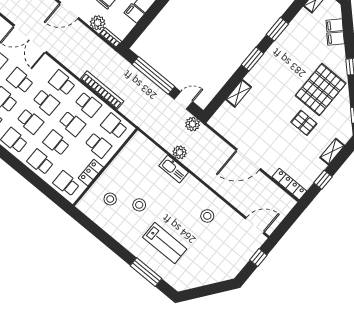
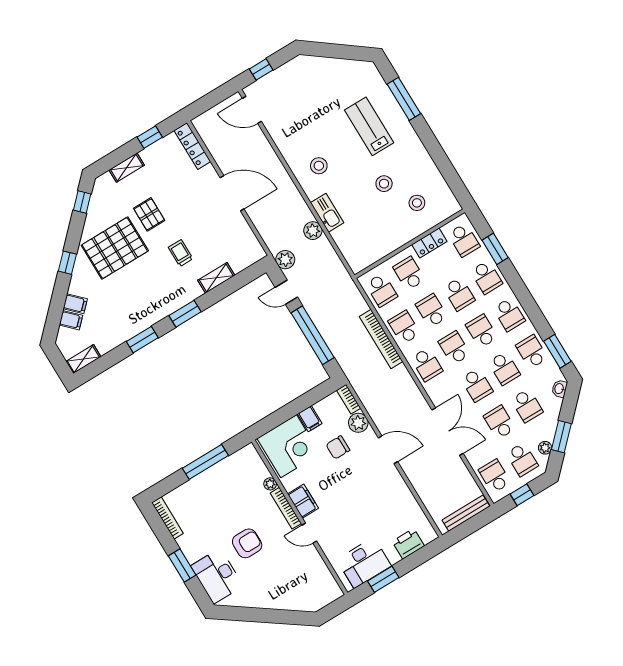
trolley: (271, 102) -> (181, 253), added
window: (41, 185) -> (495, 249), added
stool: (207, 216) -> (319, 166), moved

